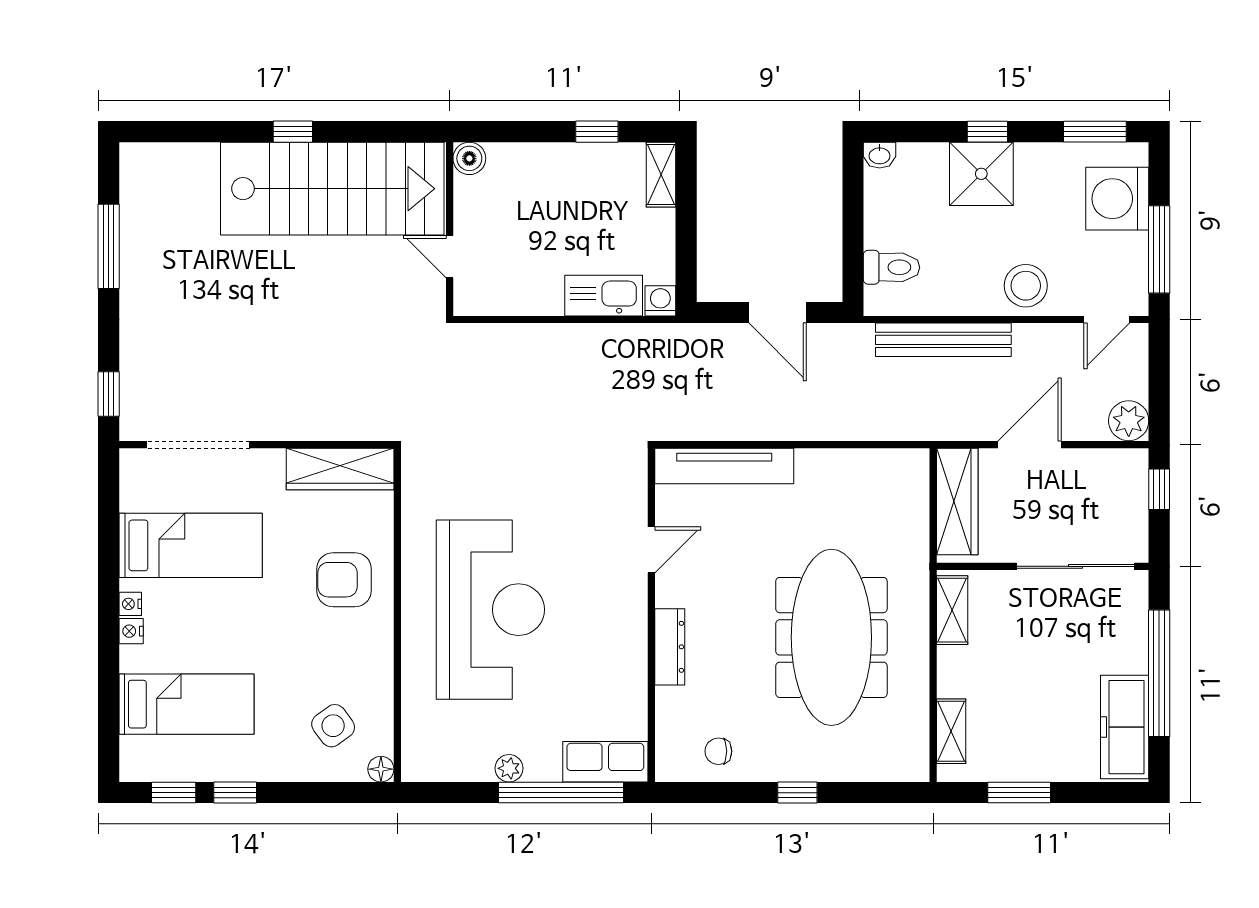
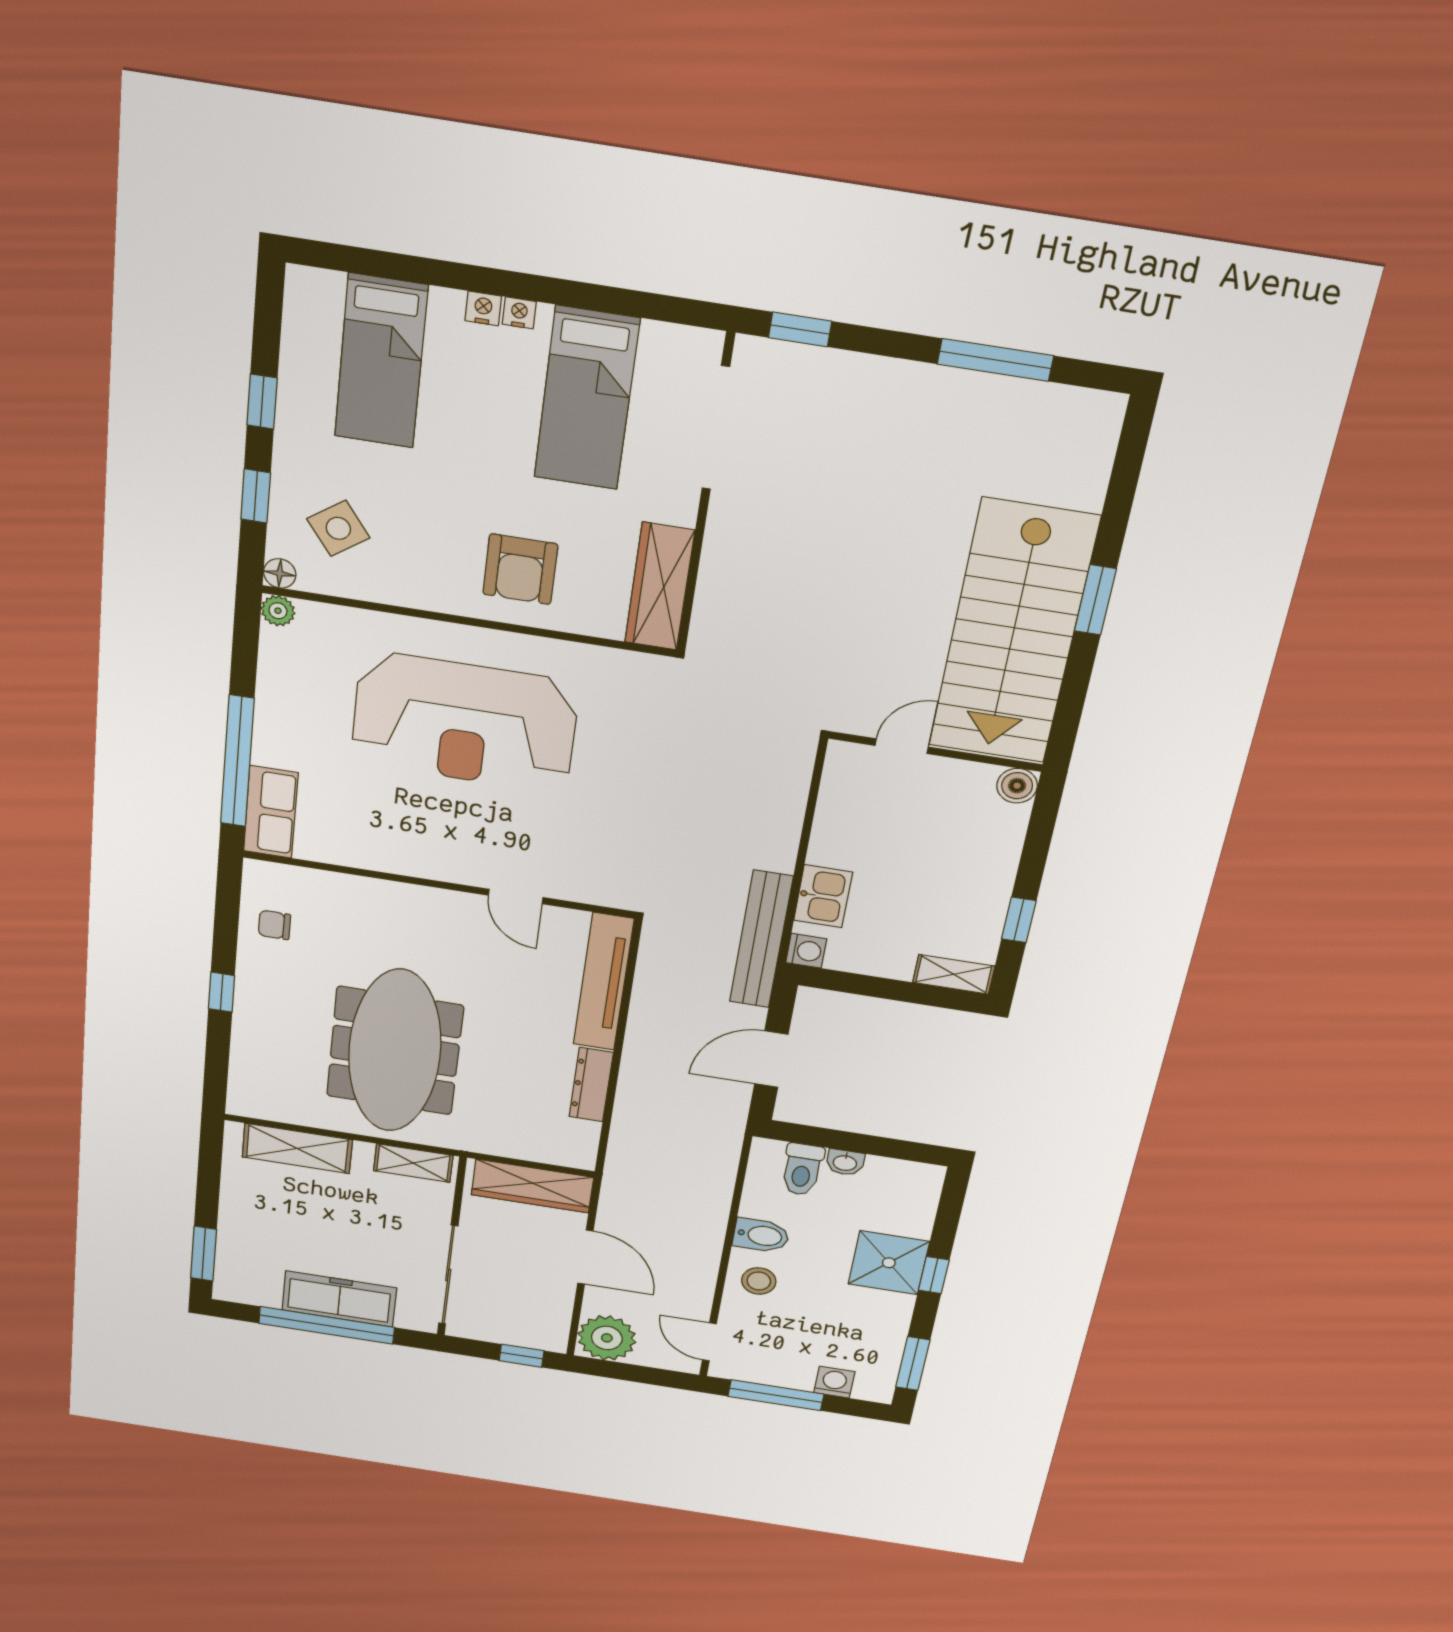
window: (293, 132) -> (1095, 600), width x1.50
washbasin: (880, 155) -> (845, 1162), moved, turned -90
washing machine: (1117, 199) -> (834, 1382), width x0.53, depth x0.53
stool: (1026, 286) -> (759, 1281), width x0.73, depth x0.73
bidet: (973, 292) -> (761, 1235), added
kitchen sink: (604, 296) -> (823, 896), width x0.73
bench: (943, 340) -> (761, 939), moved
plant: (1129, 421) -> (607, 1338), width x1.36, depth x1.36
armchair: (344, 580) -> (520, 569), turned 180
meeting table: (831, 637) -> (395, 1051), turned 90
dresser: (670, 647) -> (591, 1085), moved, turned 90
freezer: (1125, 727) -> (339, 1299), moved
shelving: (951, 731) -> (297, 1148), width x1.50, depth x1.33
chair: (718, 751) -> (274, 925), turned -90
plant: (509, 768) -> (278, 611), moved
window: (174, 793) -> (256, 496), moved
window: (1019, 793) -> (204, 1254), moved

